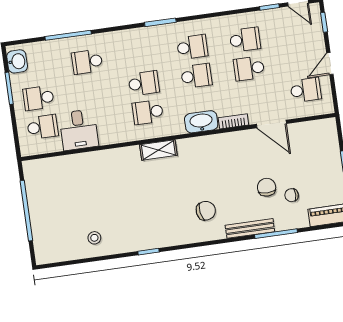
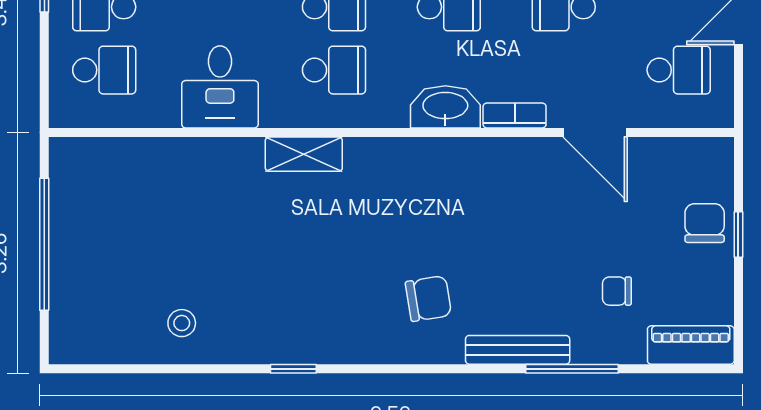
school desk: (148, 112) -> (334, 70), turned 180
desk: (79, 130) -> (220, 87), moved
shelving: (158, 150) -> (304, 154), moved
chair: (267, 187) -> (705, 223), moved

